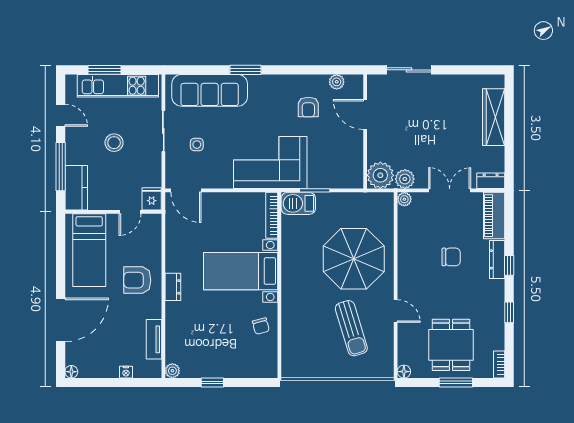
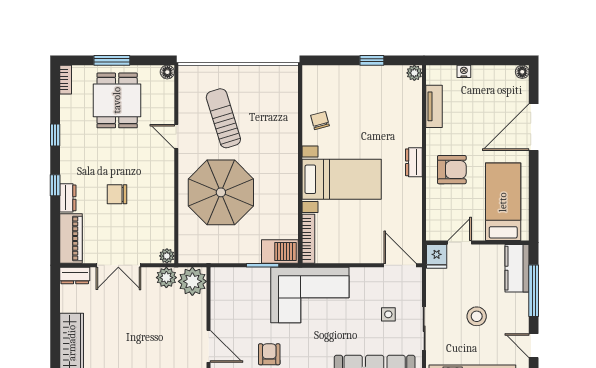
dresser: (497, 259) -> (68, 198), width x0.70

